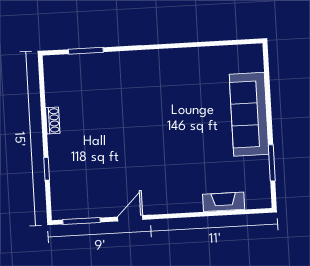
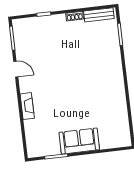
bench: (53, 82) -> (99, 15), added
sofa: (249, 114) -> (79, 141), width x0.73
fireplace: (224, 202) -> (27, 106), moved

